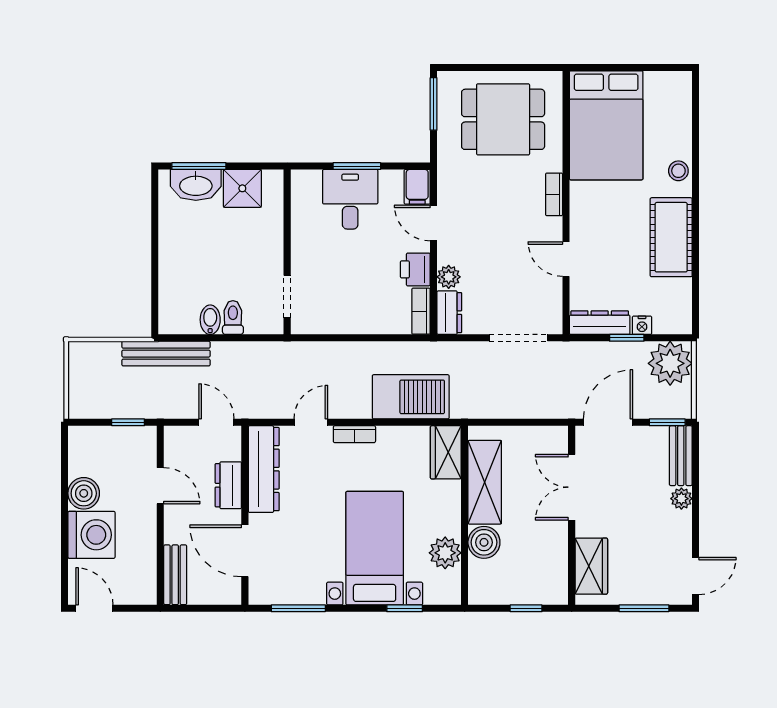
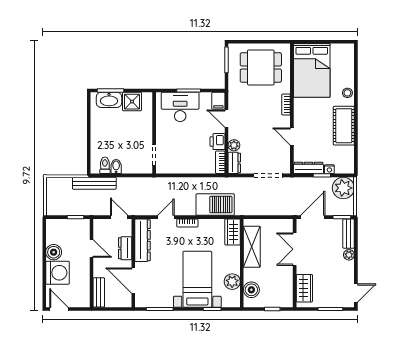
desk: (350, 199) -> (180, 107), width x1.37
toilet: (233, 318) -> (105, 165), moved
boiler: (484, 542) -> (251, 290), moved

